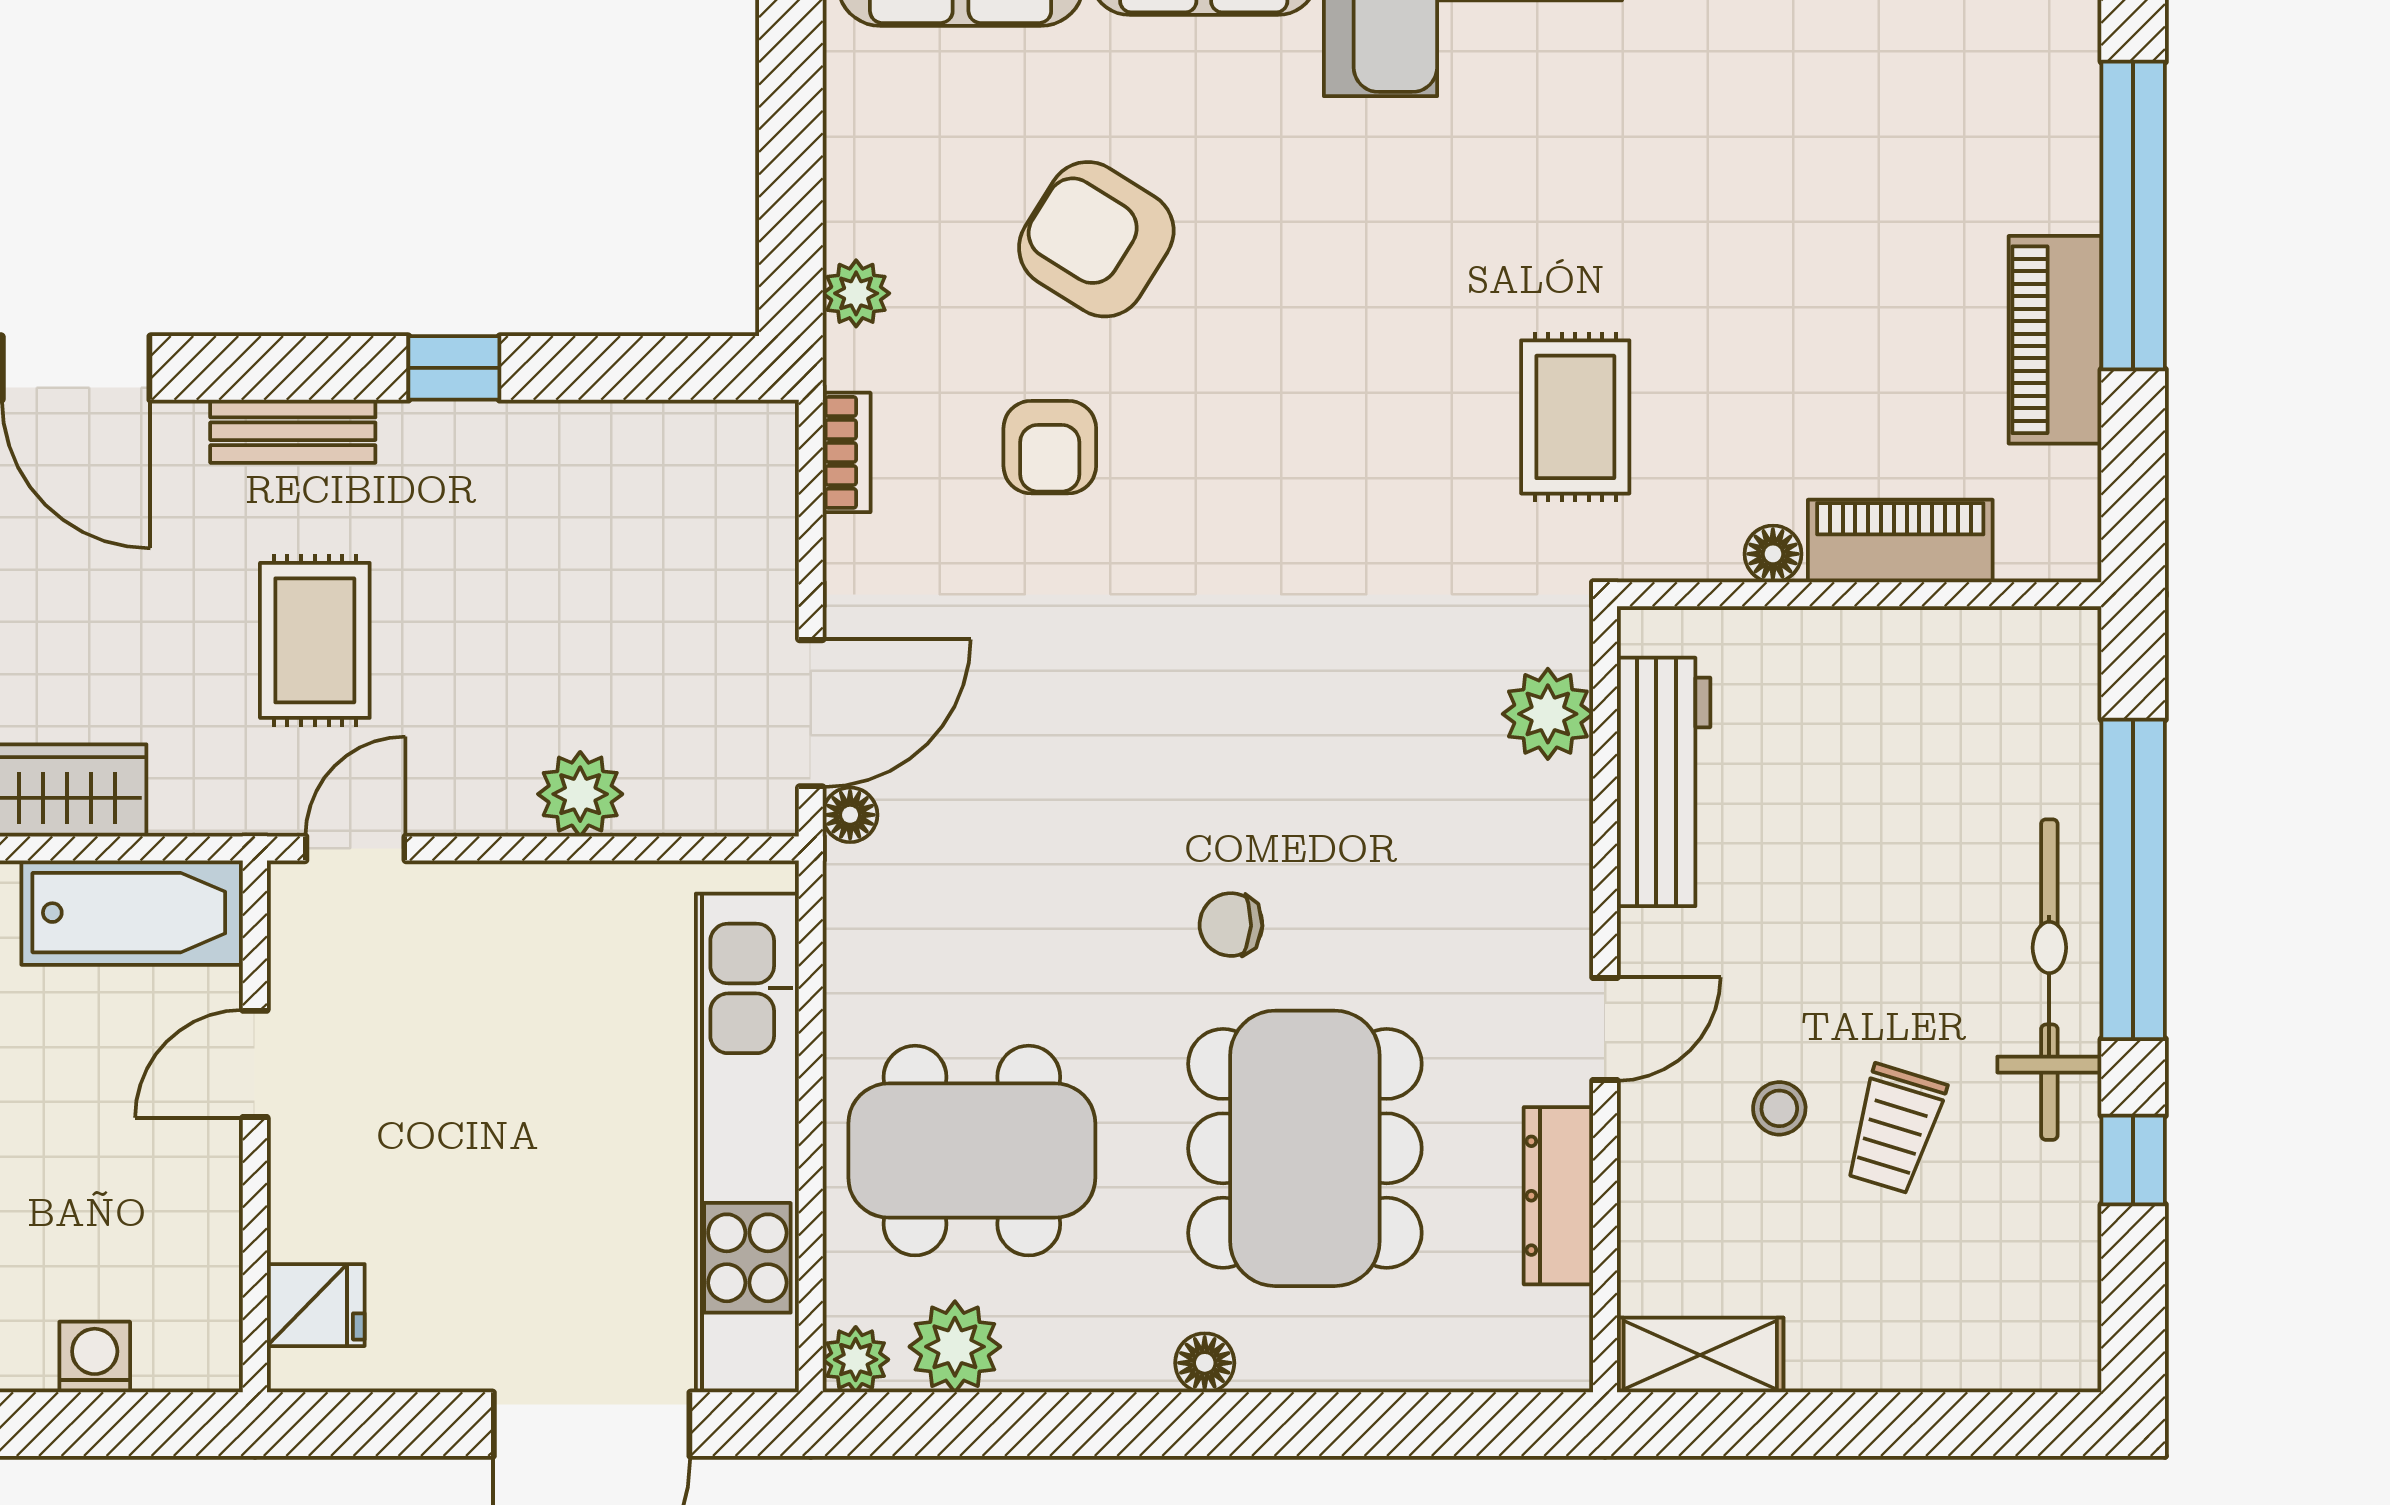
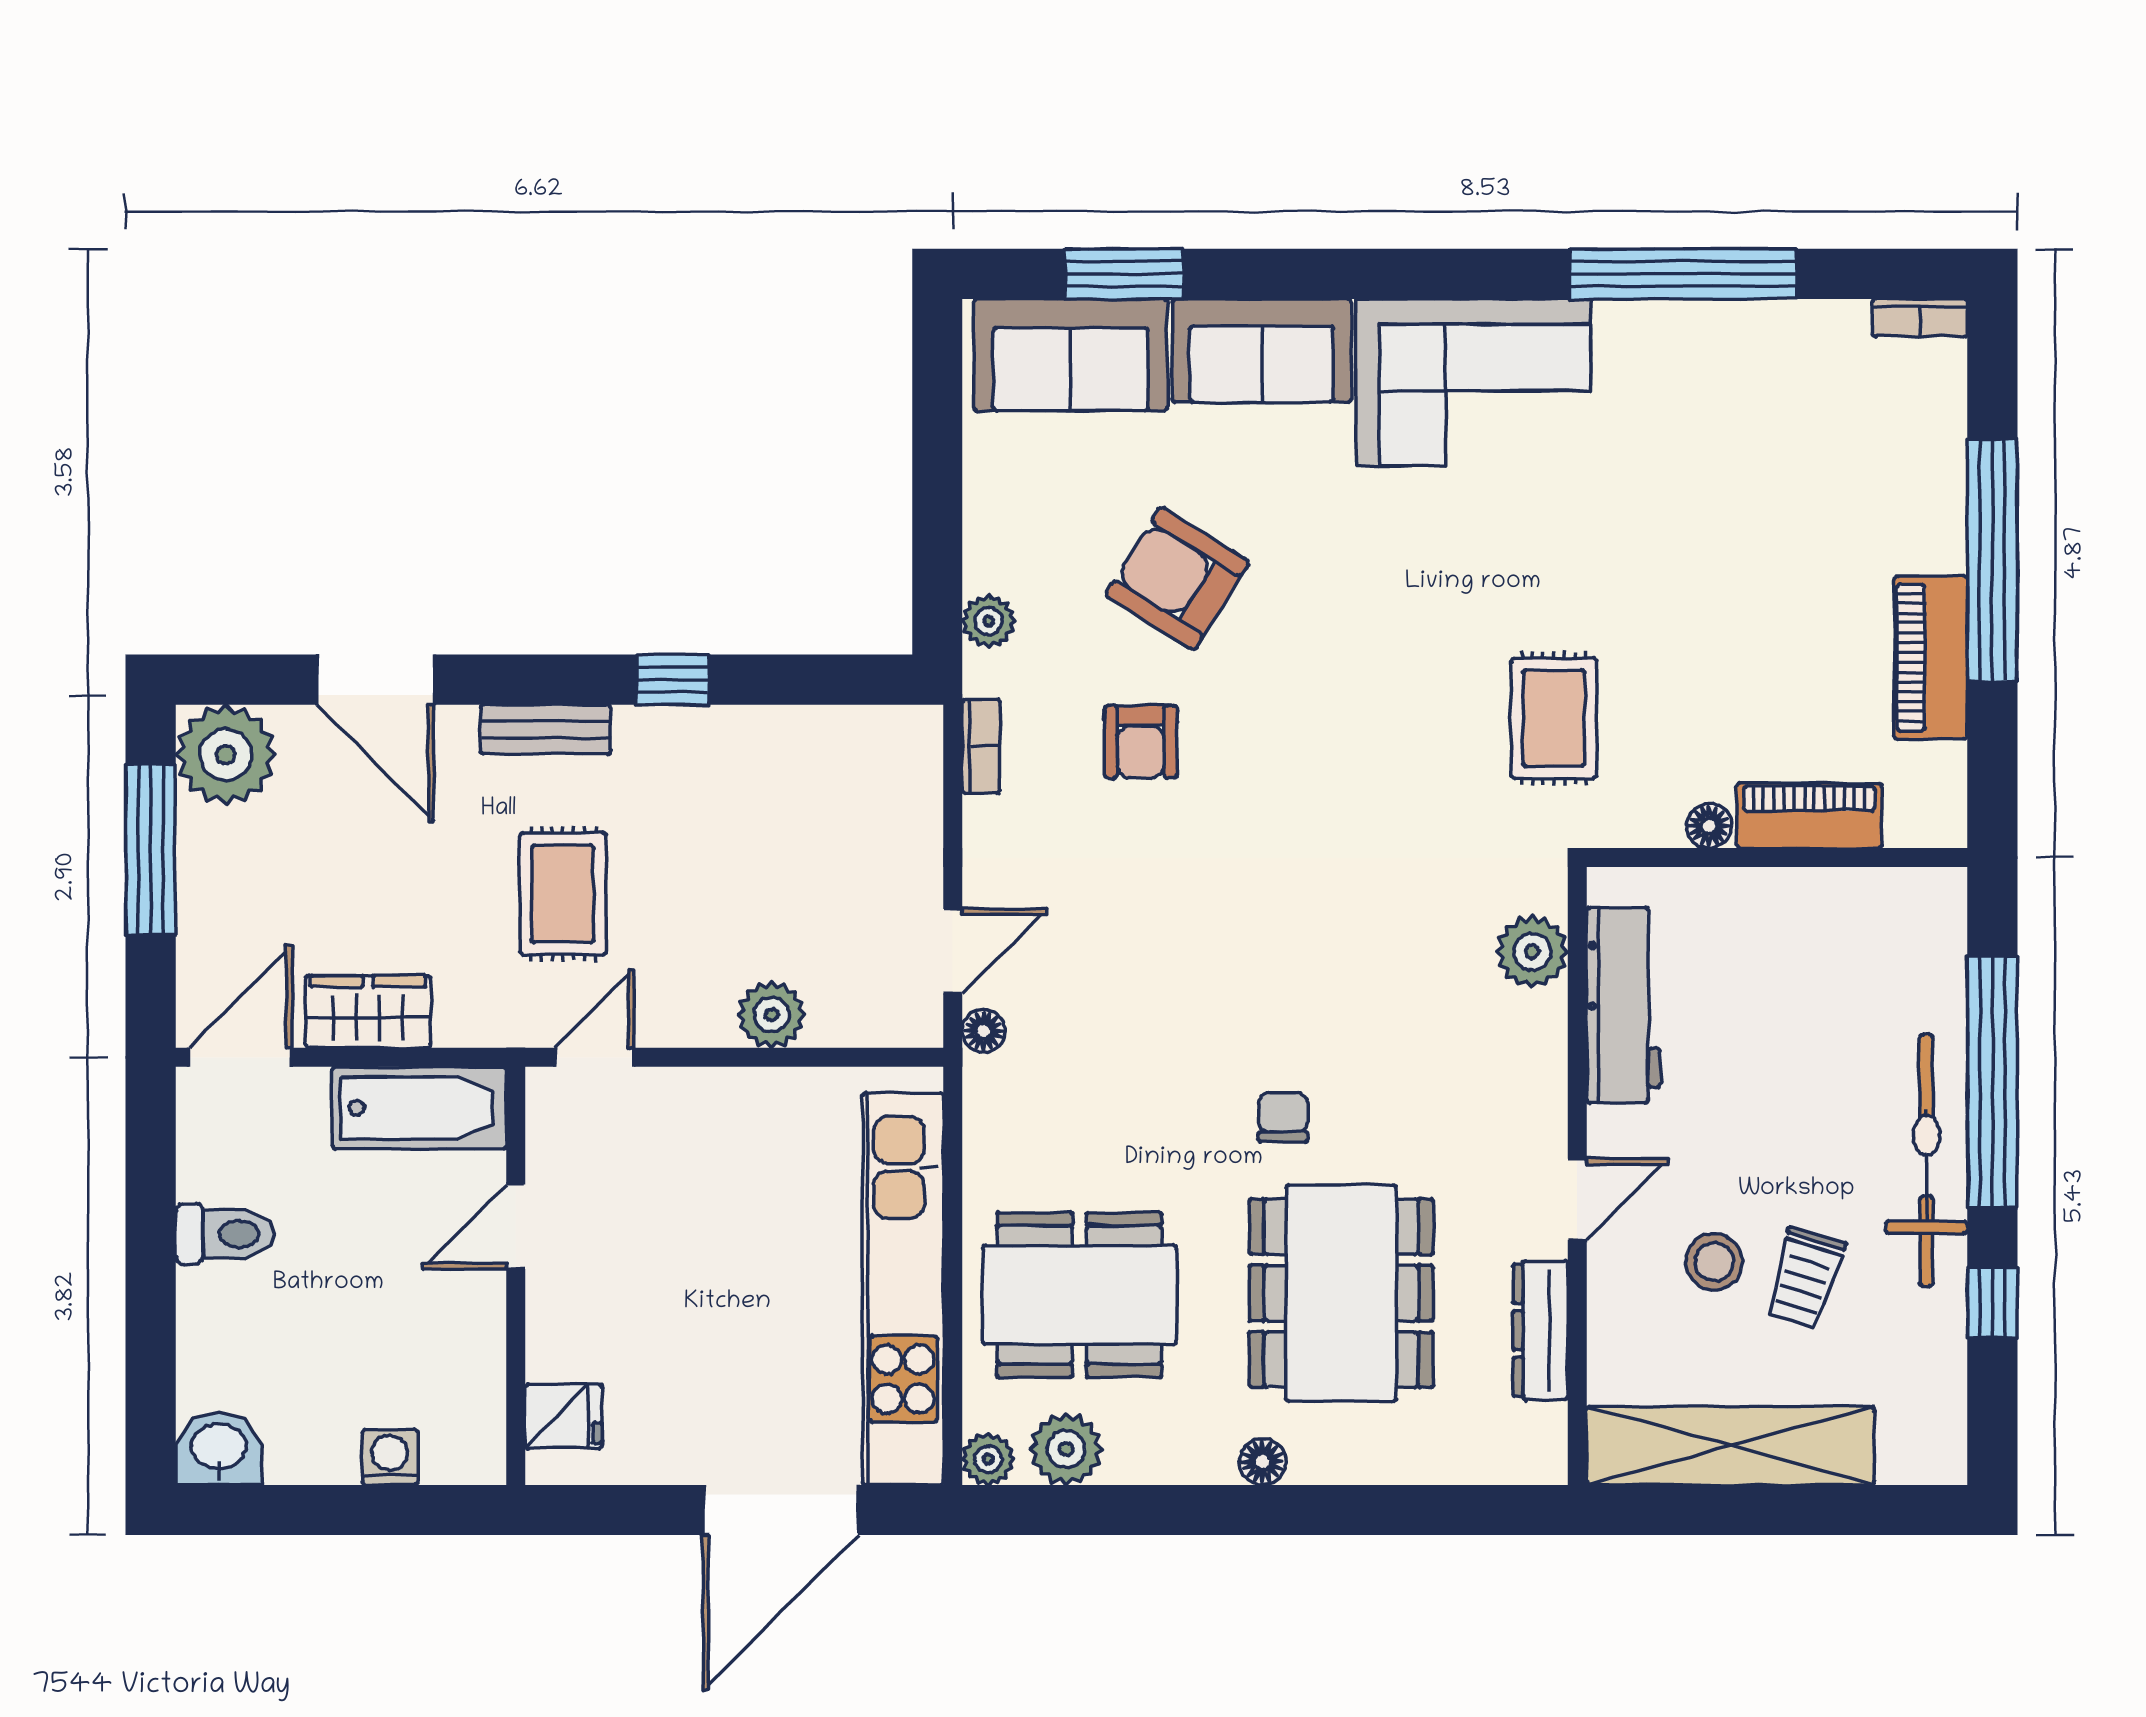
door: (811, 713) -> (953, 951), width x0.73
chair: (1231, 925) -> (1283, 1117), turned 87
stool: (1779, 1108) -> (1714, 1262), width x1.37, depth x1.37
shelving: (1700, 1355) -> (1731, 1446), width x2.20, depth x1.33

